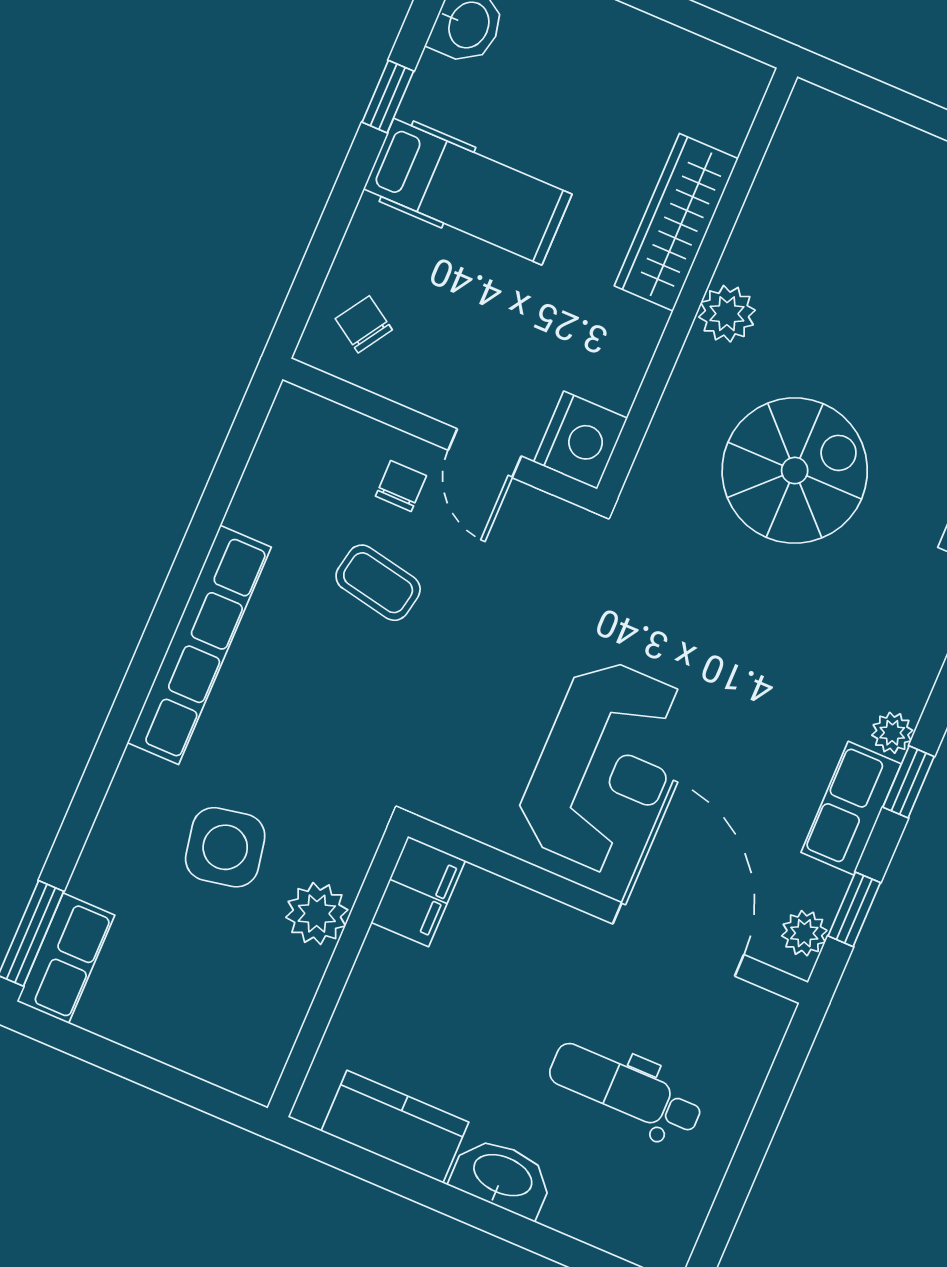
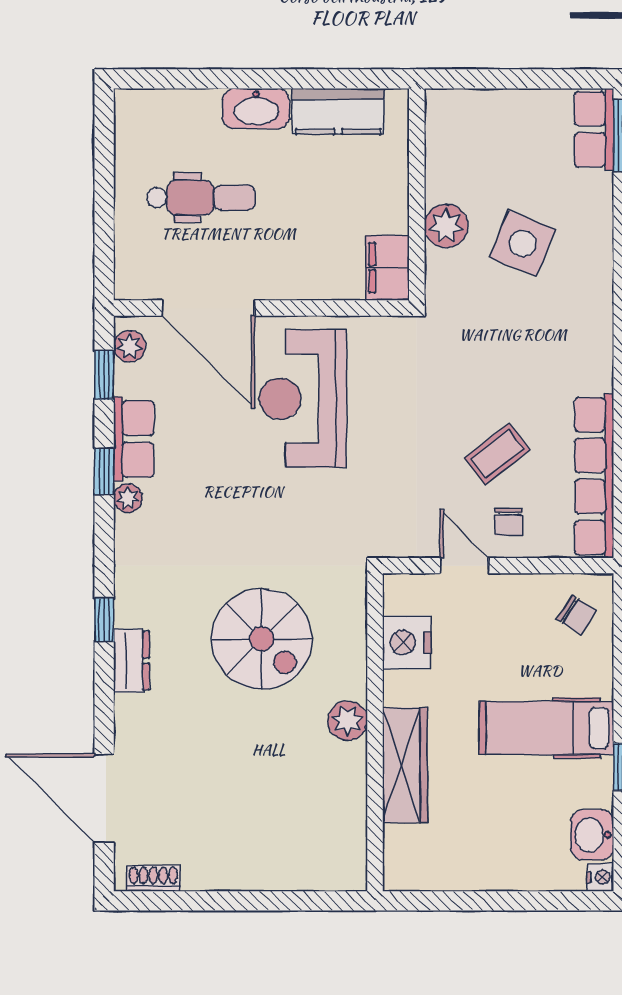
nightstand: (580, 440) -> (407, 642), moved
spiral stairs: (795, 471) -> (262, 639), turned -90
coffee table: (378, 583) -> (497, 454), turned -49
row of seats: (199, 645) -> (594, 476), moved
side table: (225, 847) -> (523, 243), turned 33

